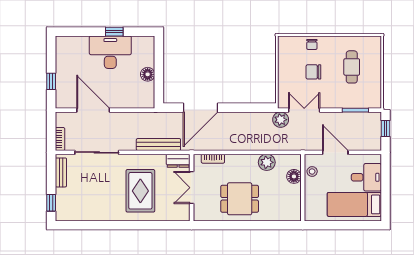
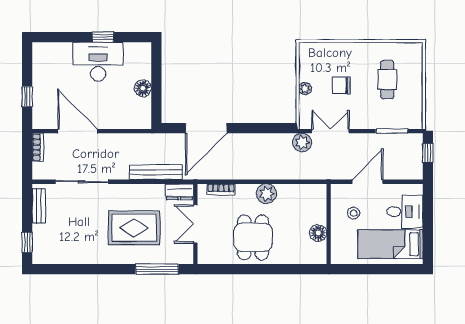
chair: (312, 44) -> (340, 53), removed
plant: (283, 75) -> (305, 89), added
bookcase: (60, 139) -> (38, 147), moved
door: (335, 152) -> (368, 182), hinge flipped
plant: (267, 162) -> (267, 194), moved
stool: (312, 171) -> (354, 213), moved
floor lamp: (294, 176) -> (318, 233), moved
rug: (140, 191) -> (134, 228), turned 90
dining table: (240, 199) -> (253, 237), turned 90
window: (159, 225) -> (157, 269), added

